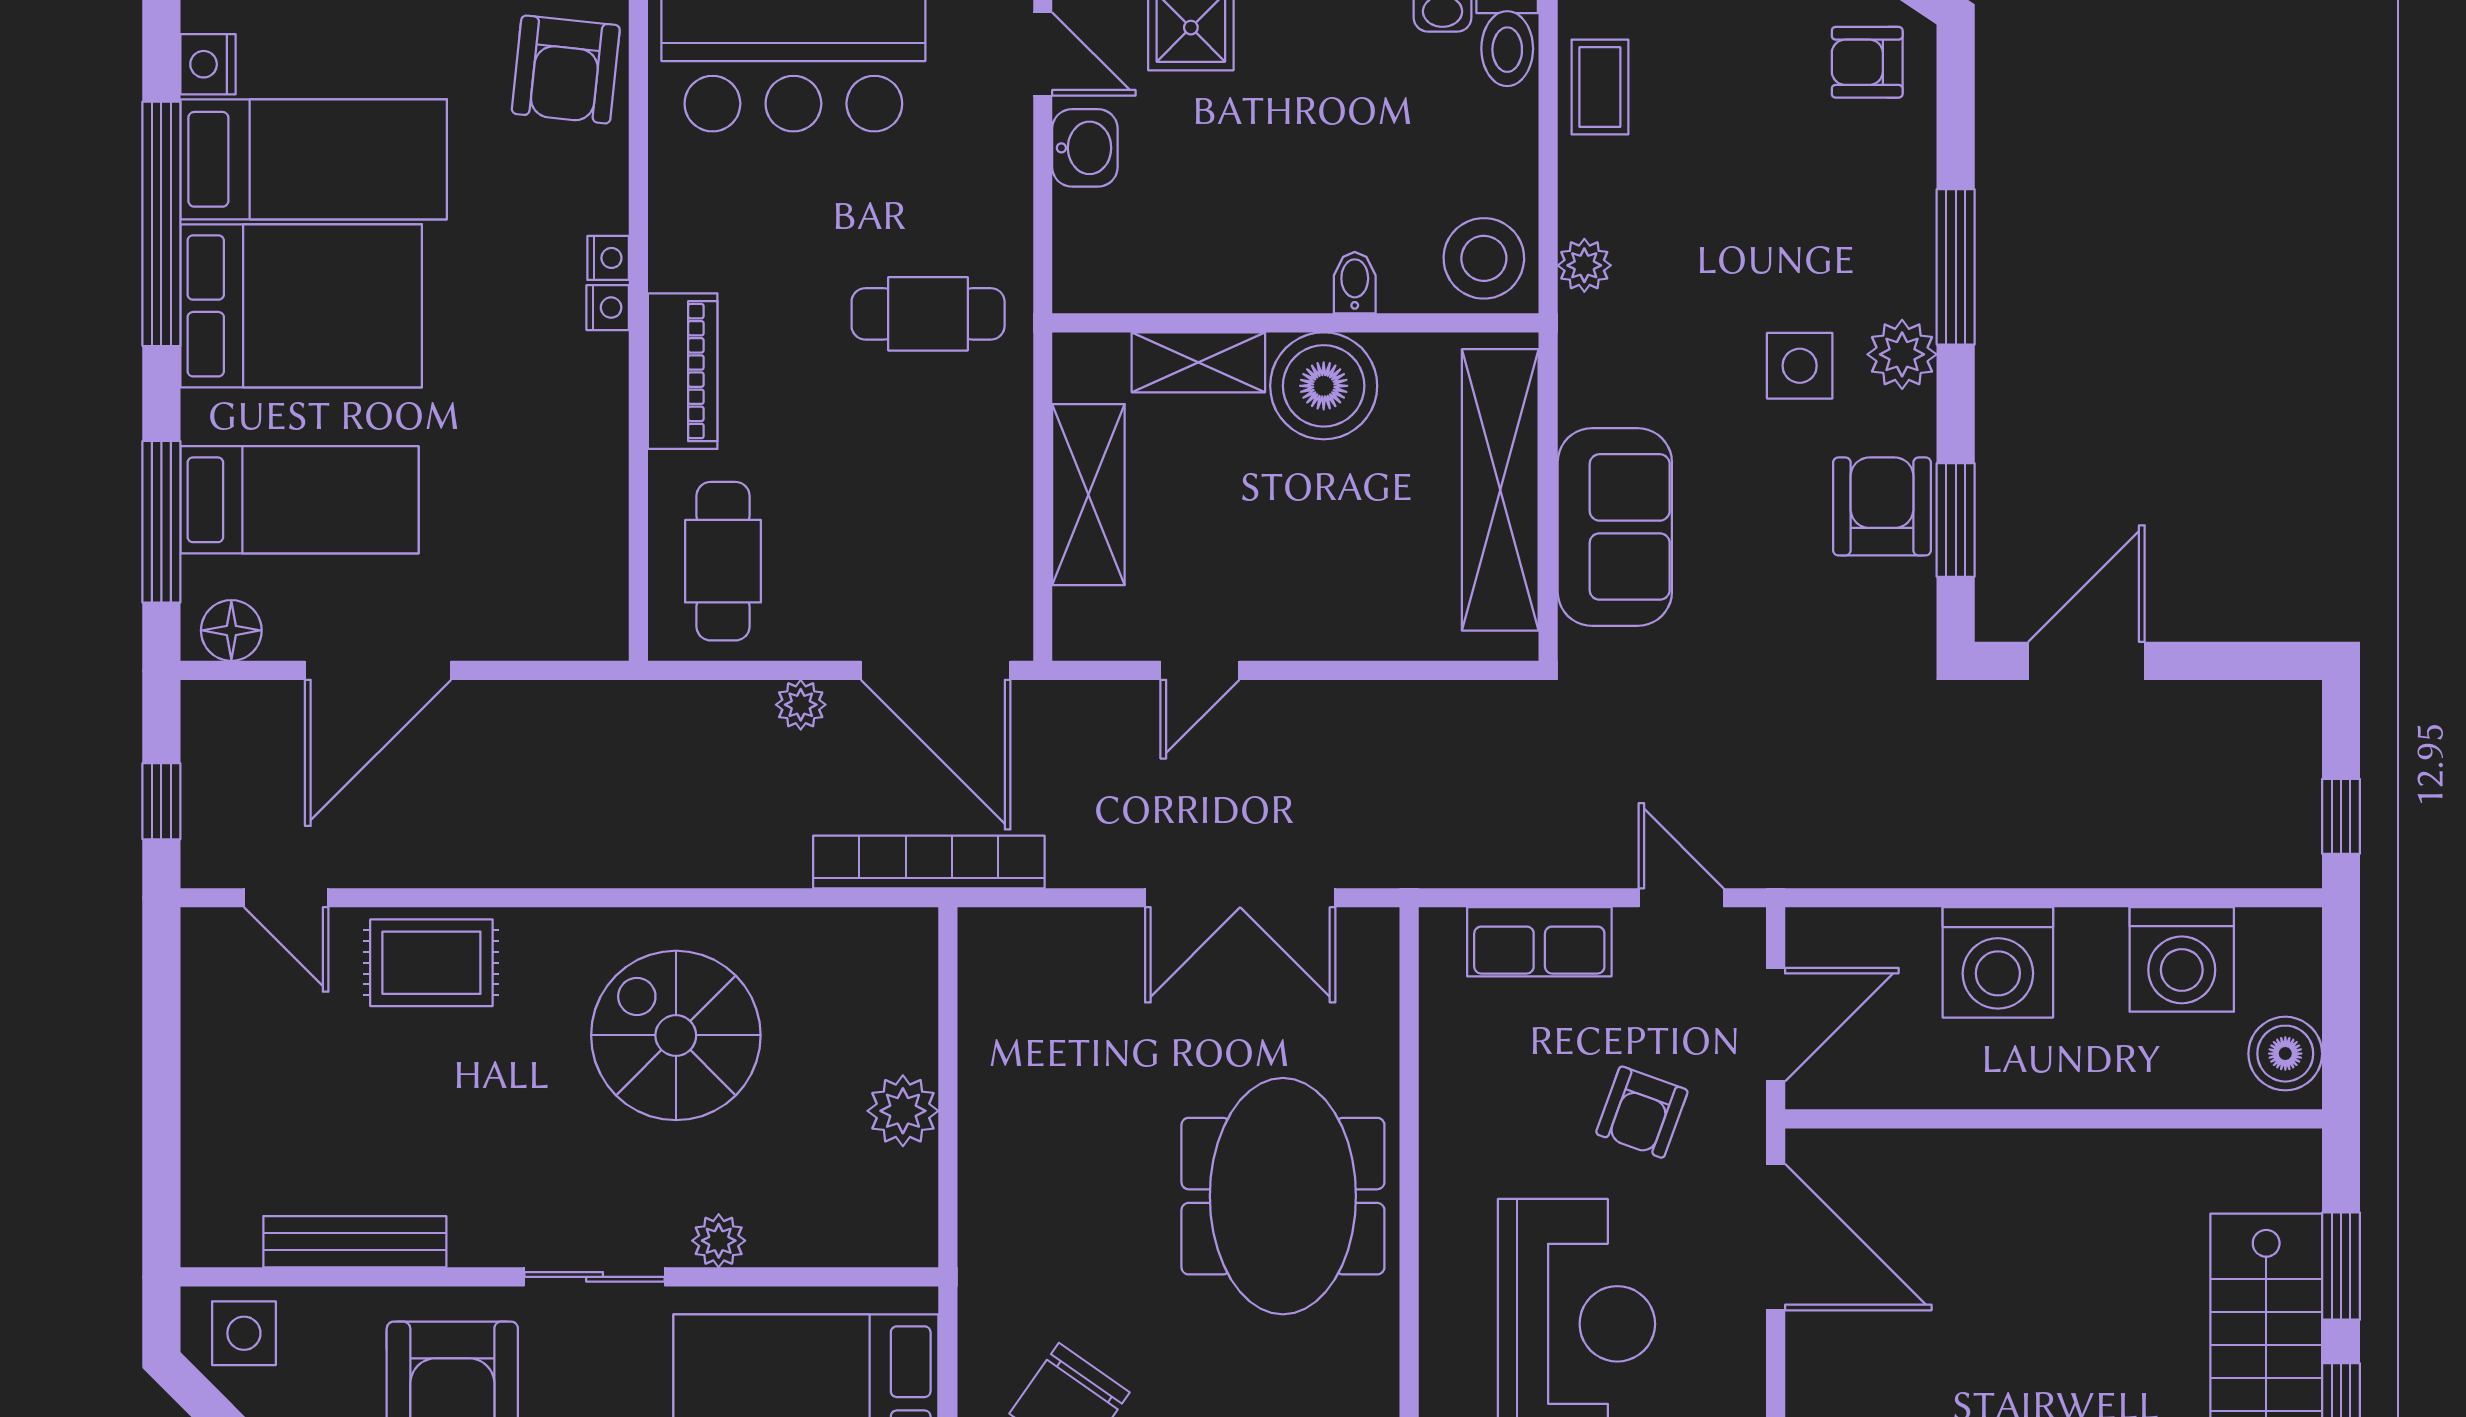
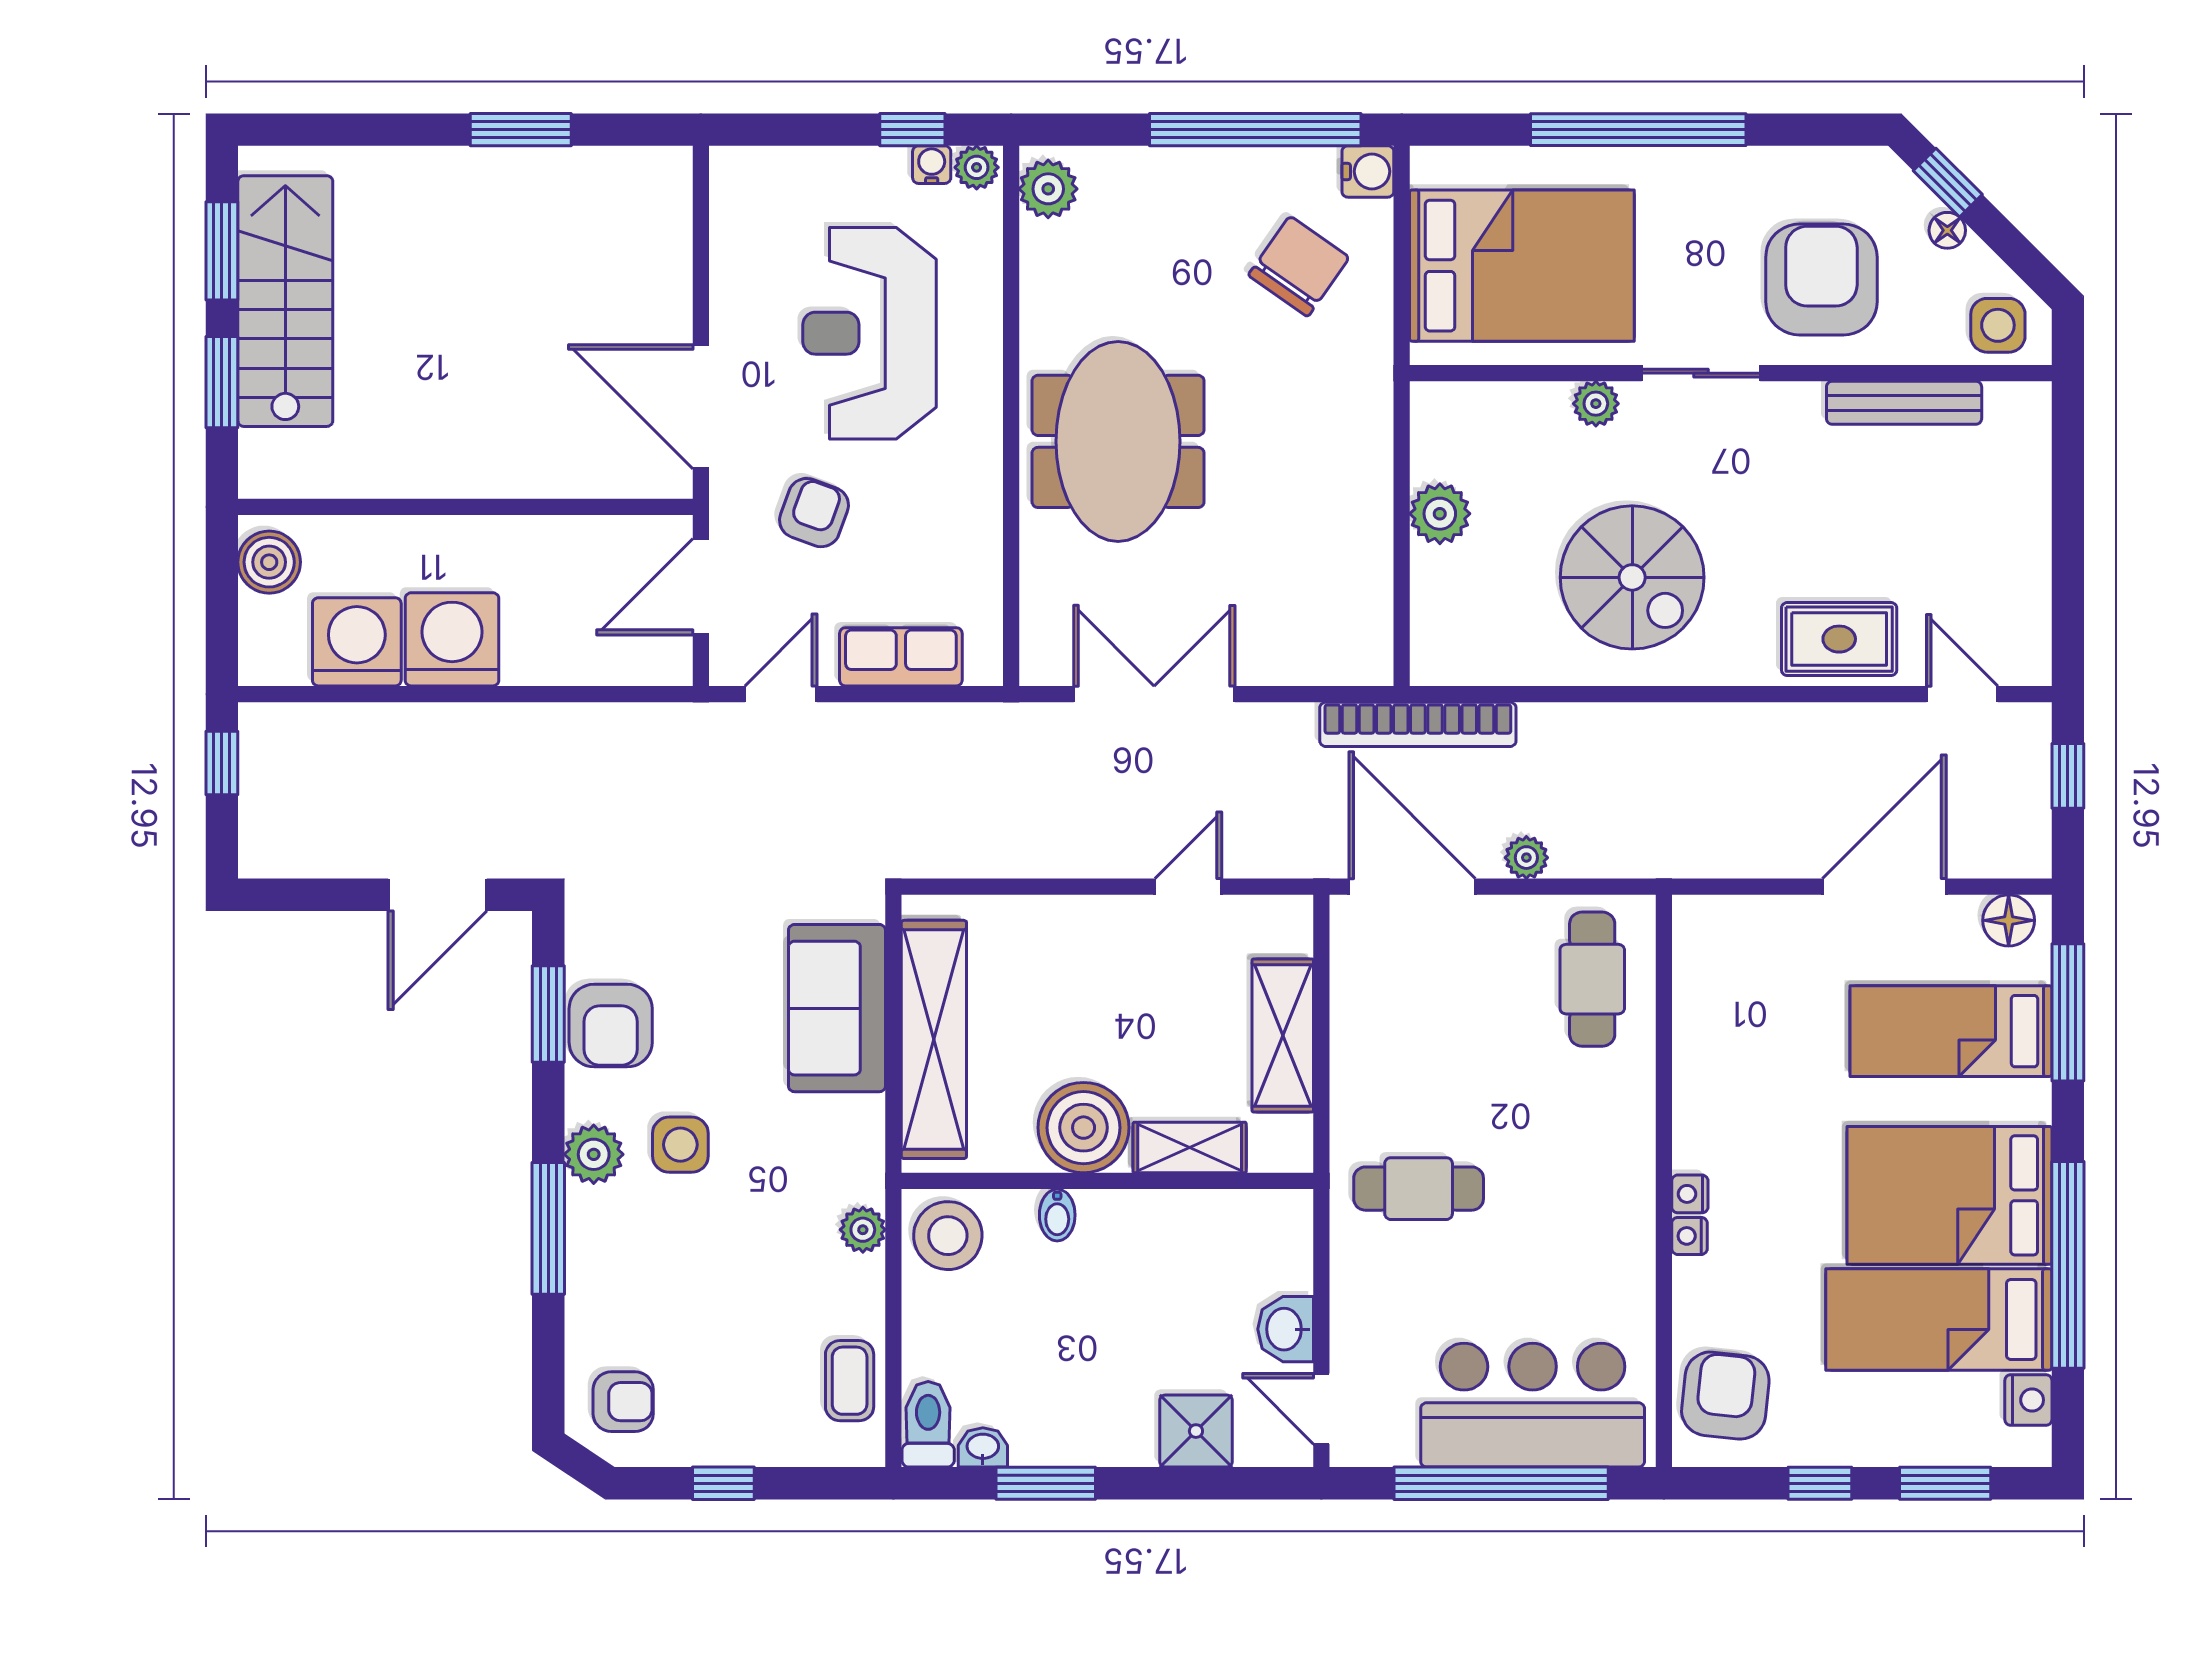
piano: (683, 371) -> (1626, 1140), removed
door: (1681, 898) -> (781, 694), swing flipped
washing machine: (1998, 962) -> (452, 639), moved

